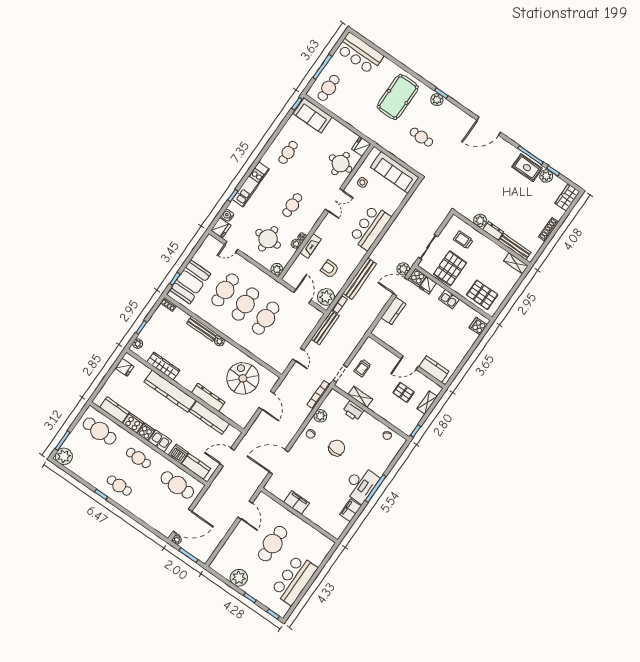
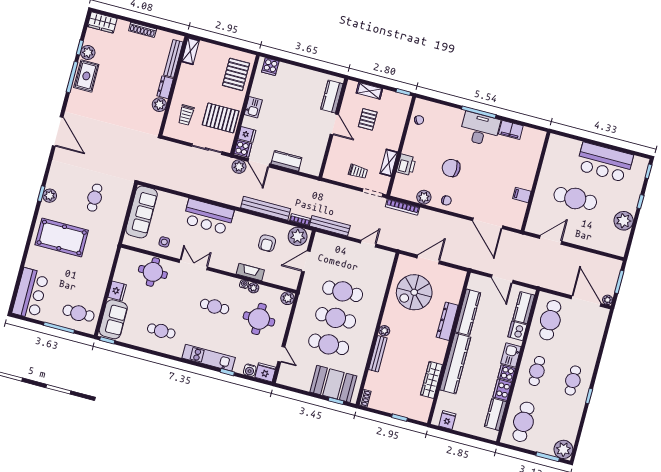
fridge: (361, 147) -> (117, 291), moved, turned -90
plant: (138, 344) -> (418, 415), removed
filing cabinet: (297, 503) -> (522, 195), width x0.50

